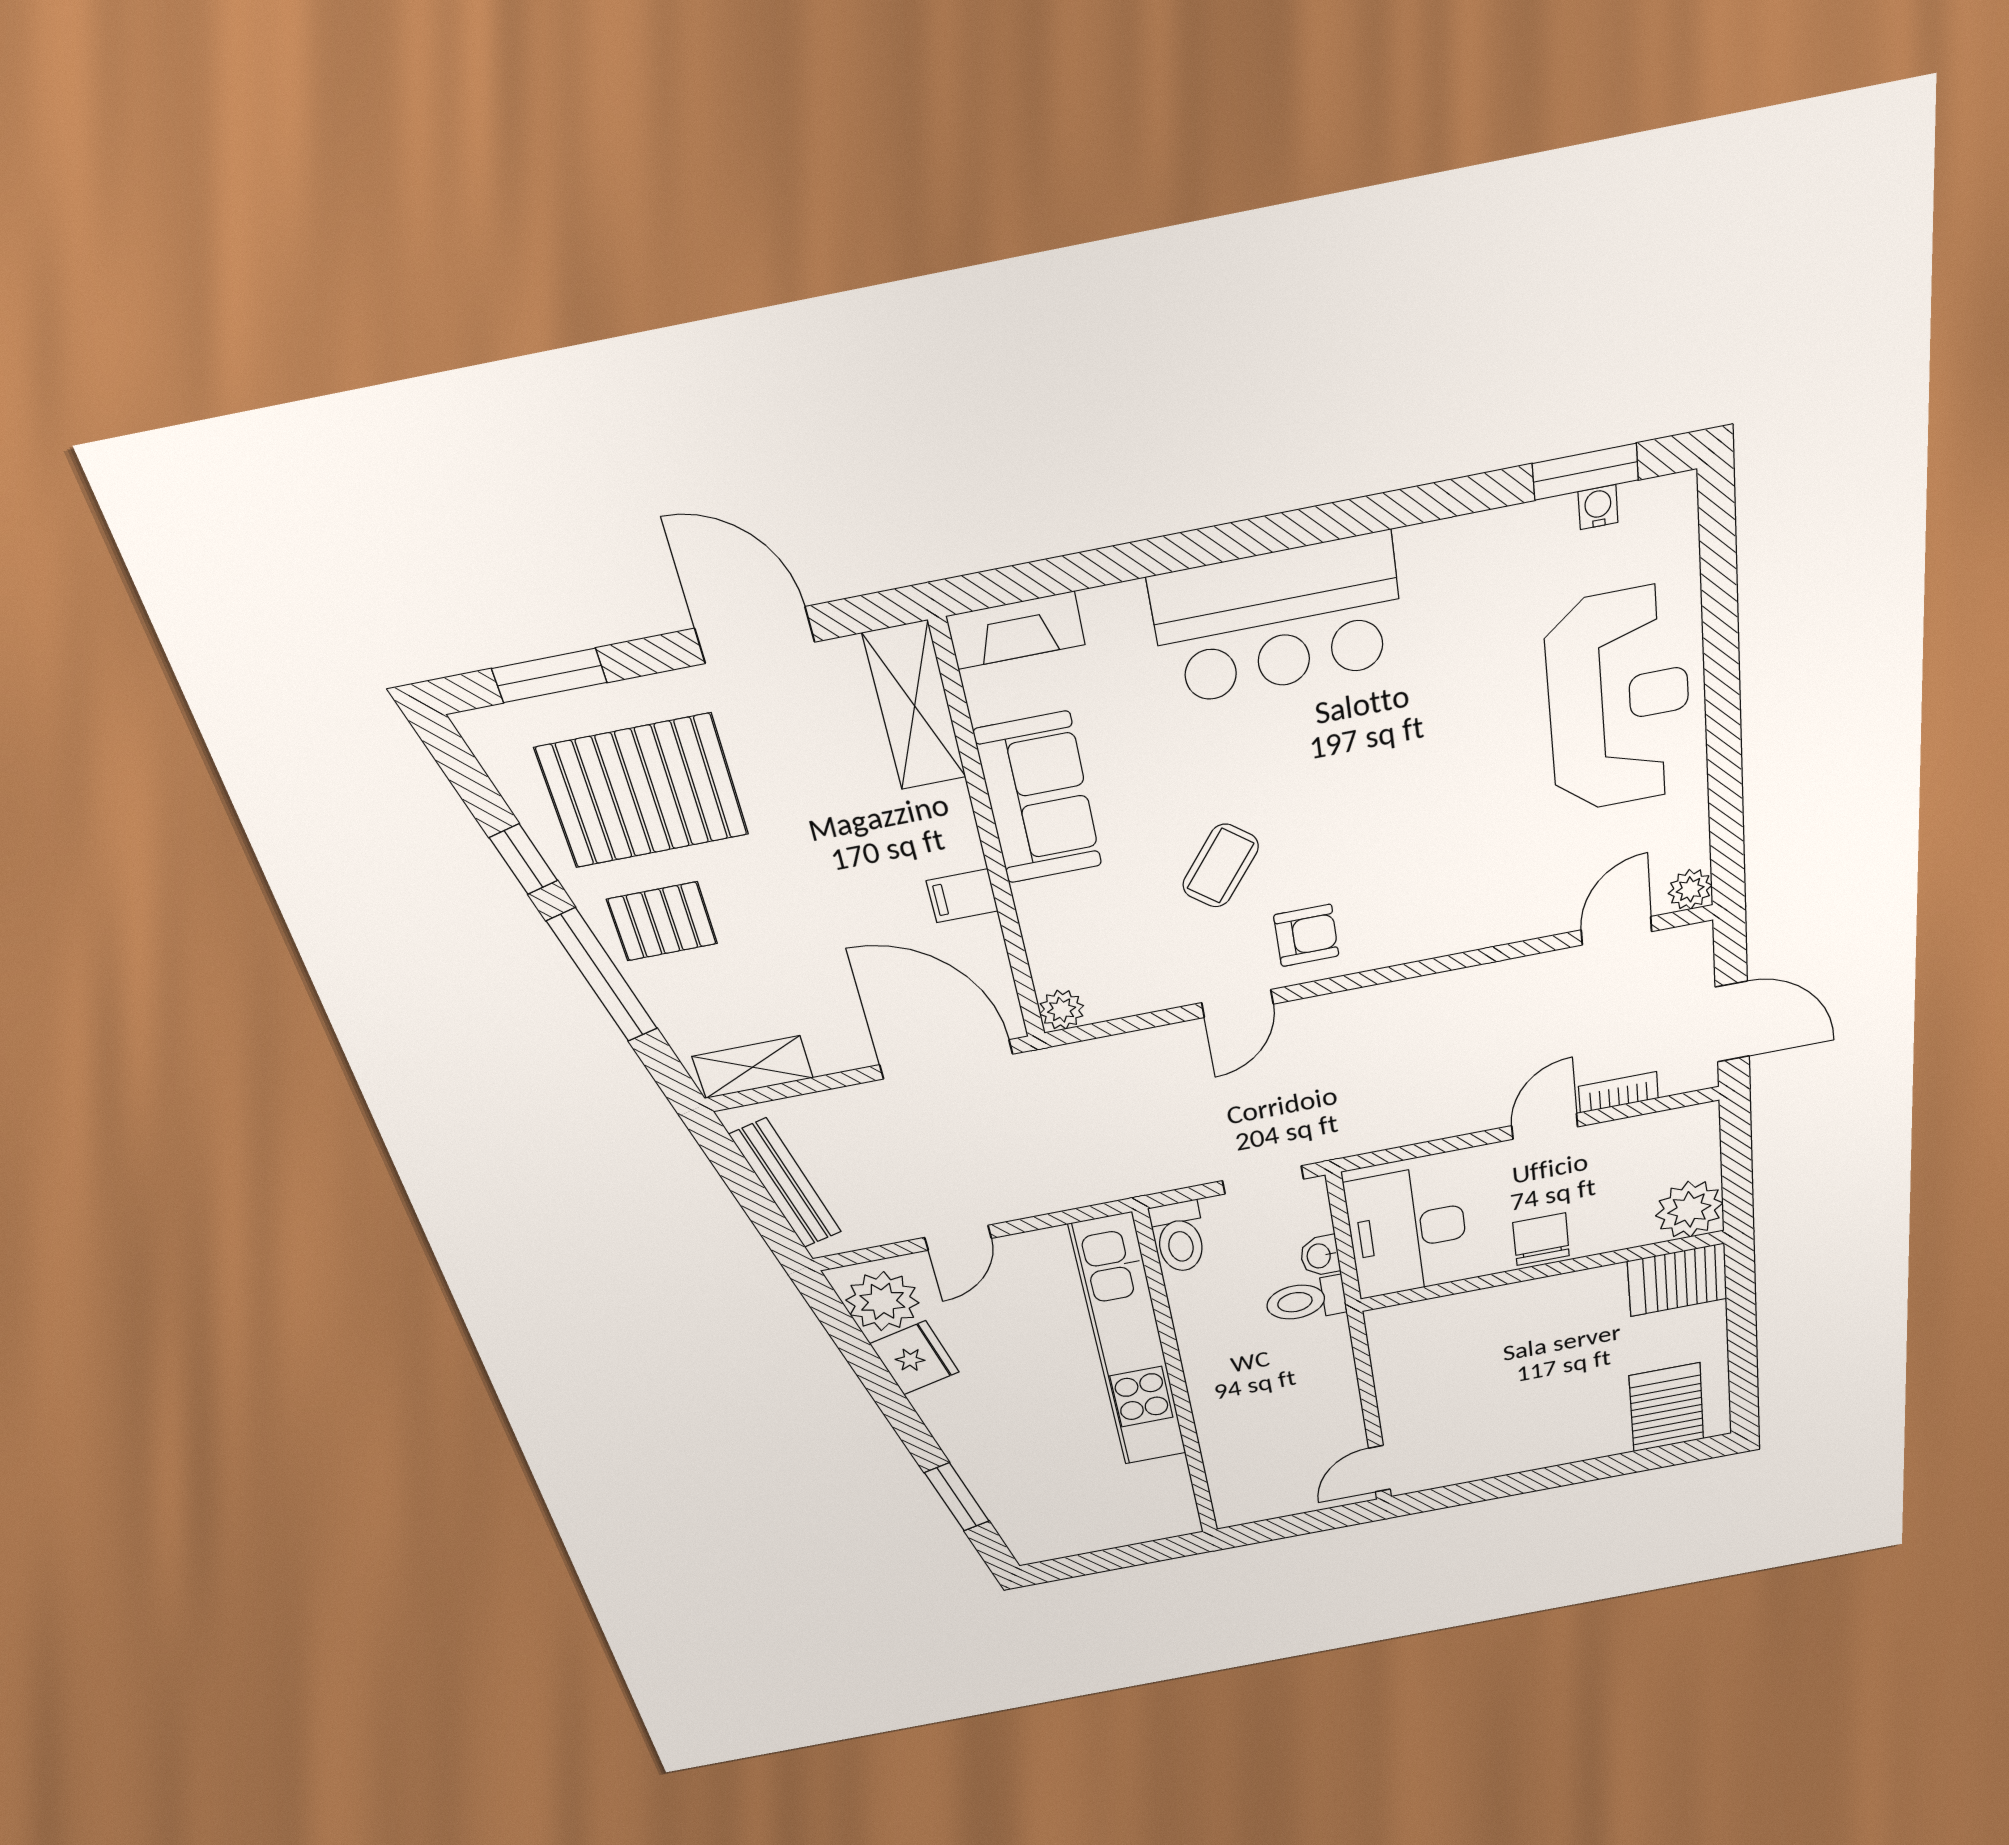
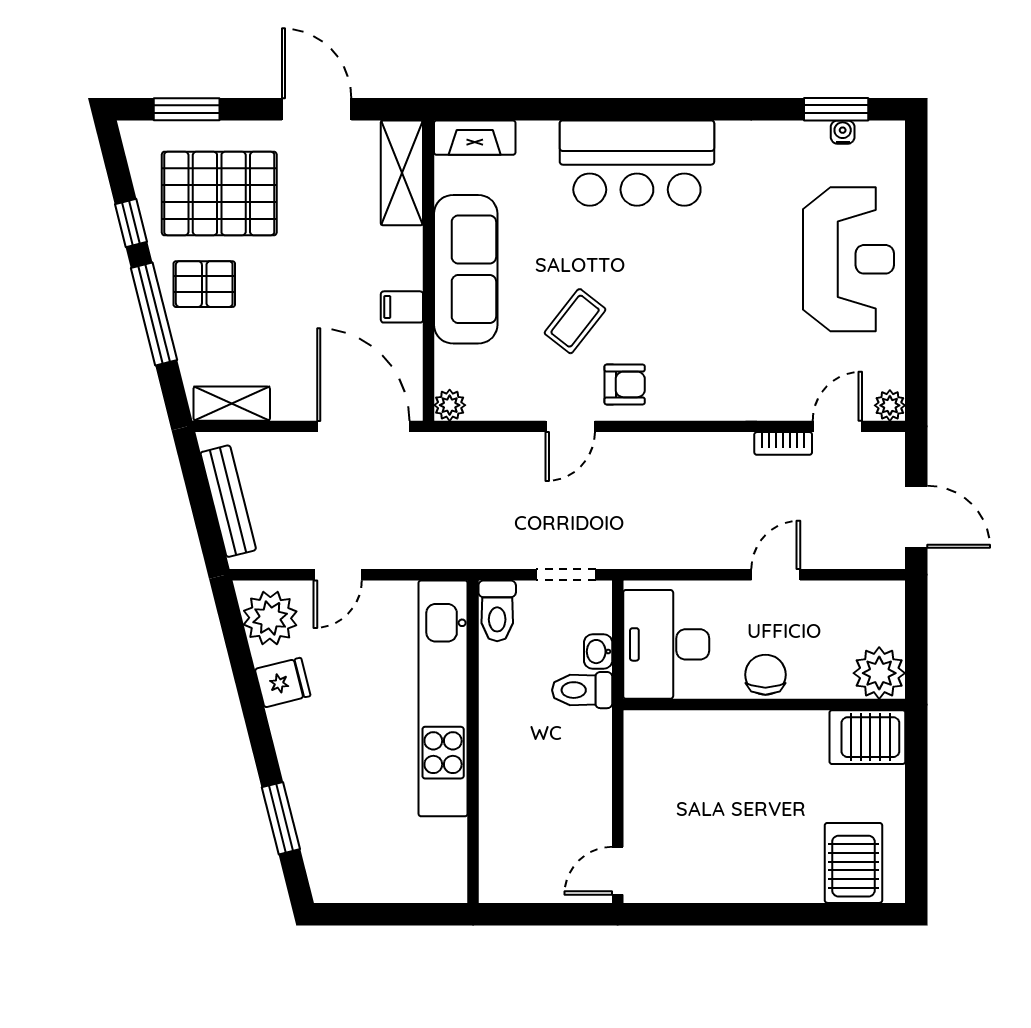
sofa: (1038, 798) -> (466, 269), width x1.36
bookcase: (1618, 1092) -> (783, 443), moved, turned 180
fridge: (915, 1358) -> (283, 682), width x0.72

